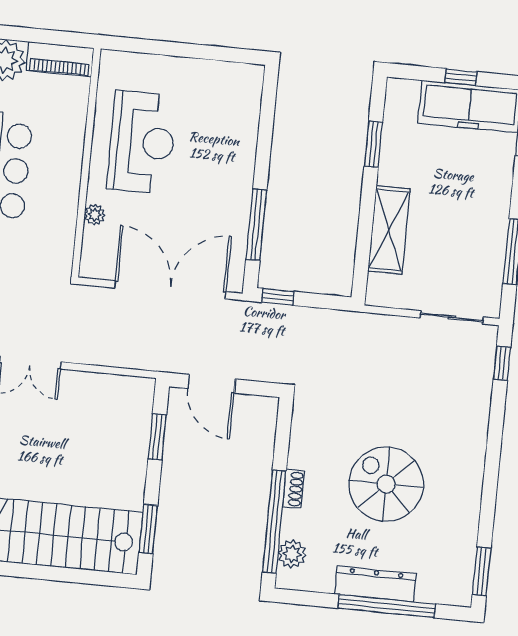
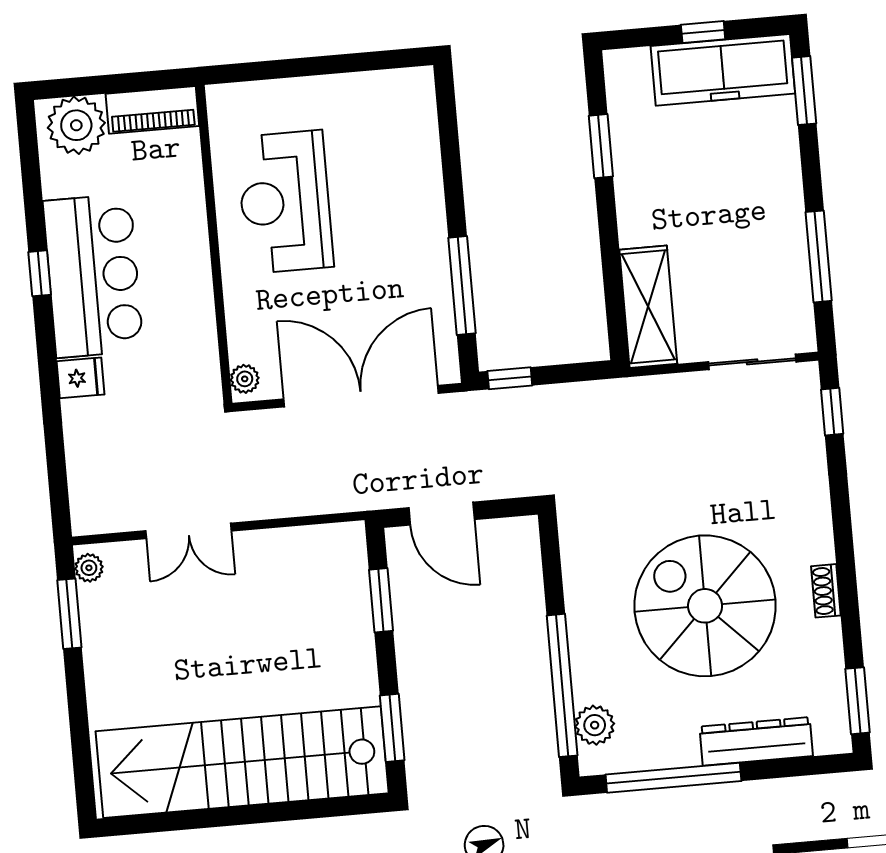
reception desk: (142, 142) -> (285, 202), turned 180
plant: (95, 215) -> (245, 379), moved
shelving: (389, 230) -> (648, 307), moved
spiral stairs: (386, 484) -> (705, 606), width x1.37, depth x1.37
shoe rack: (293, 489) -> (826, 591), moved, turned 180
dresser: (375, 584) -> (756, 741), moved
window: (387, 606) -> (673, 778), moved

